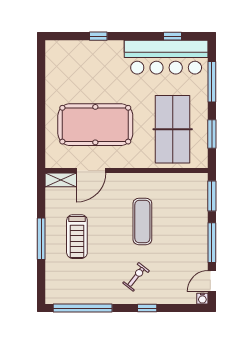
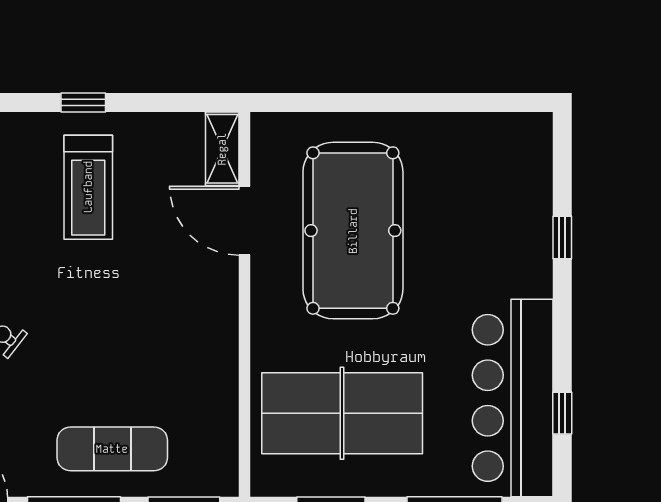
exercise mat: (142, 221) -> (112, 449), moved
treadmill: (77, 237) -> (88, 187), turned -90
window: (41, 239) -> (83, 102), width x0.46

